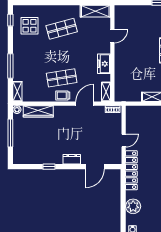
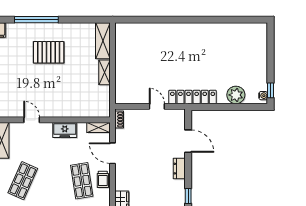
shop shelf: (62, 29) -> (23, 181), turned 39

